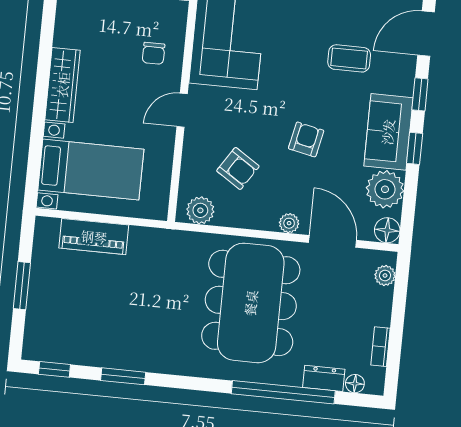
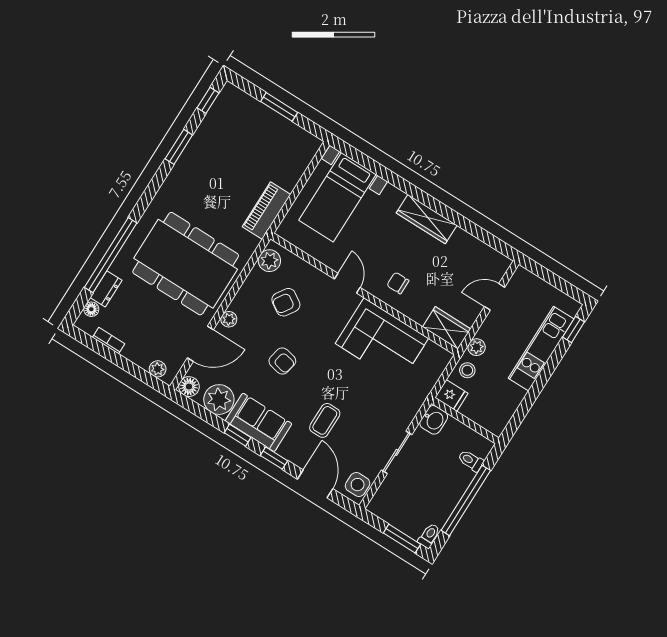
wardrobe: (63, 85) -> (427, 219), moved
piano: (94, 237) -> (266, 211), moved

